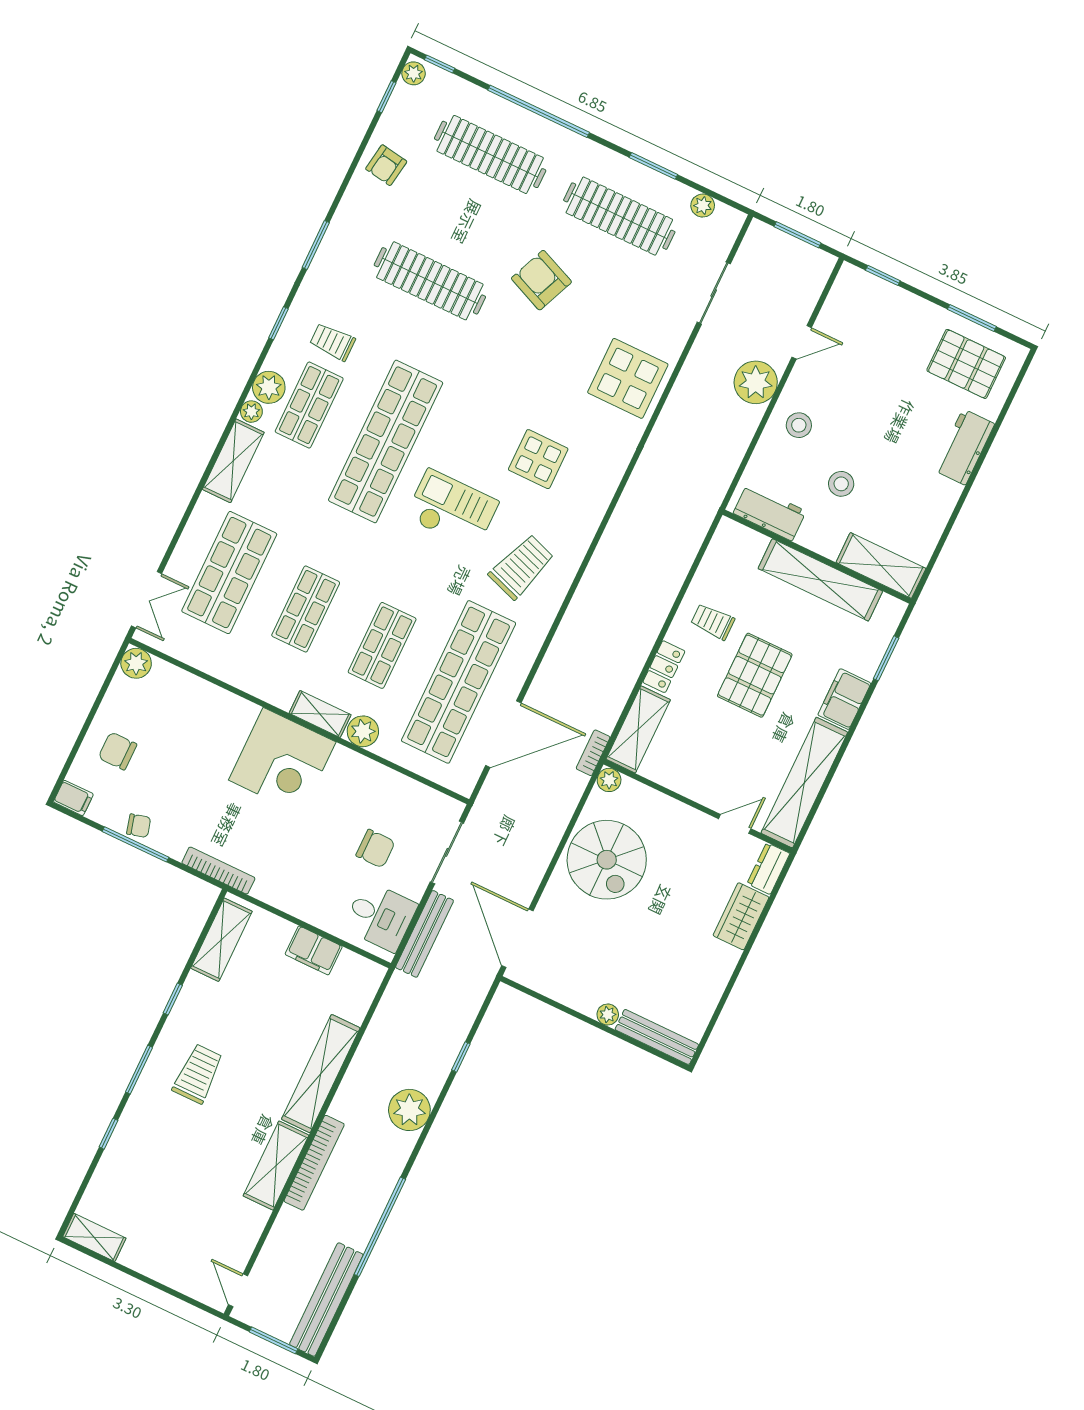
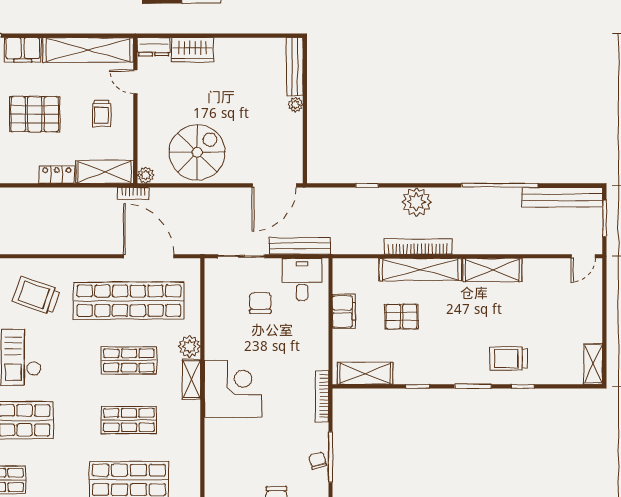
trolley: (713, 622) -> (101, 113), moved
pallet: (272, 1021) -> (401, 317), added
trolley: (198, 1074) -> (509, 359), moved
bookcase: (314, 1163) -> (418, 247), moved

